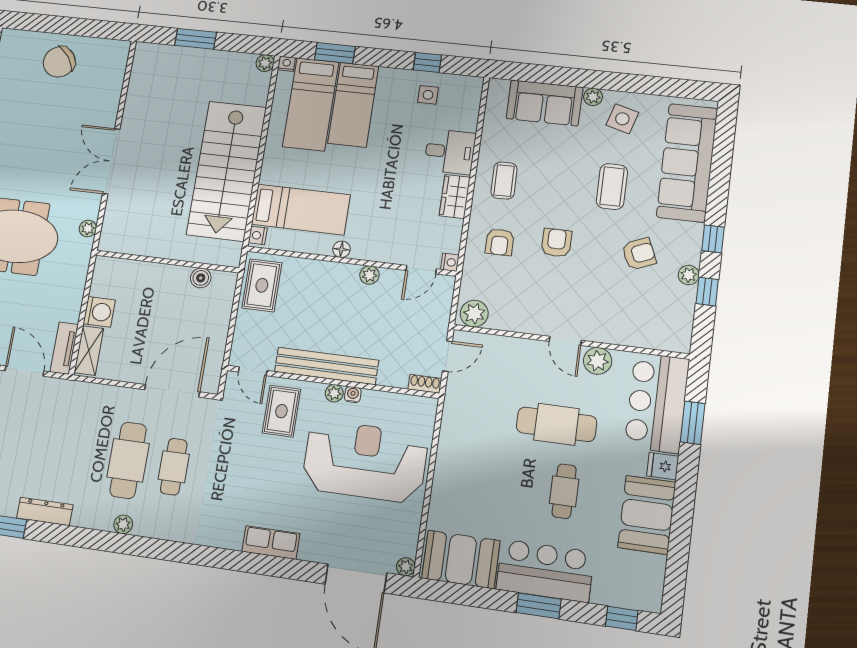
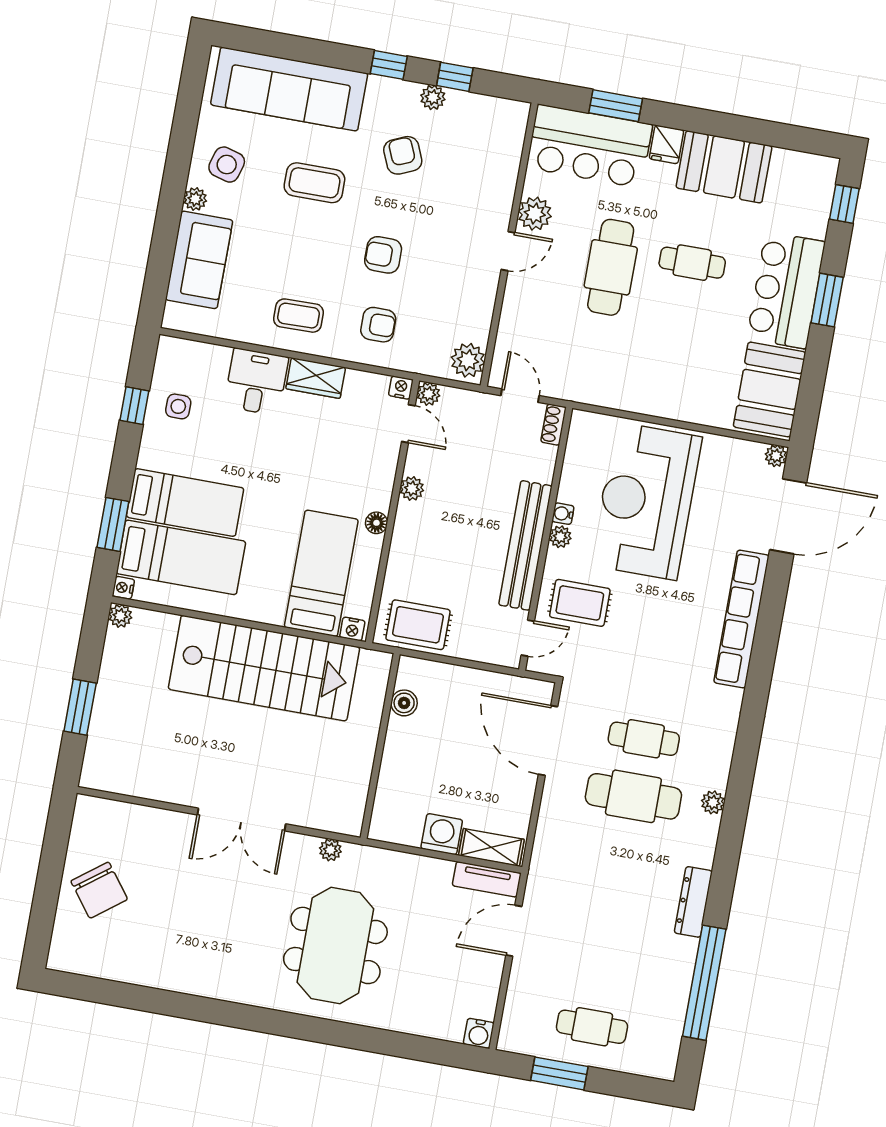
plant: (446, 284) -> (428, 394), added
row of seats: (271, 543) -> (741, 619), width x2.02

